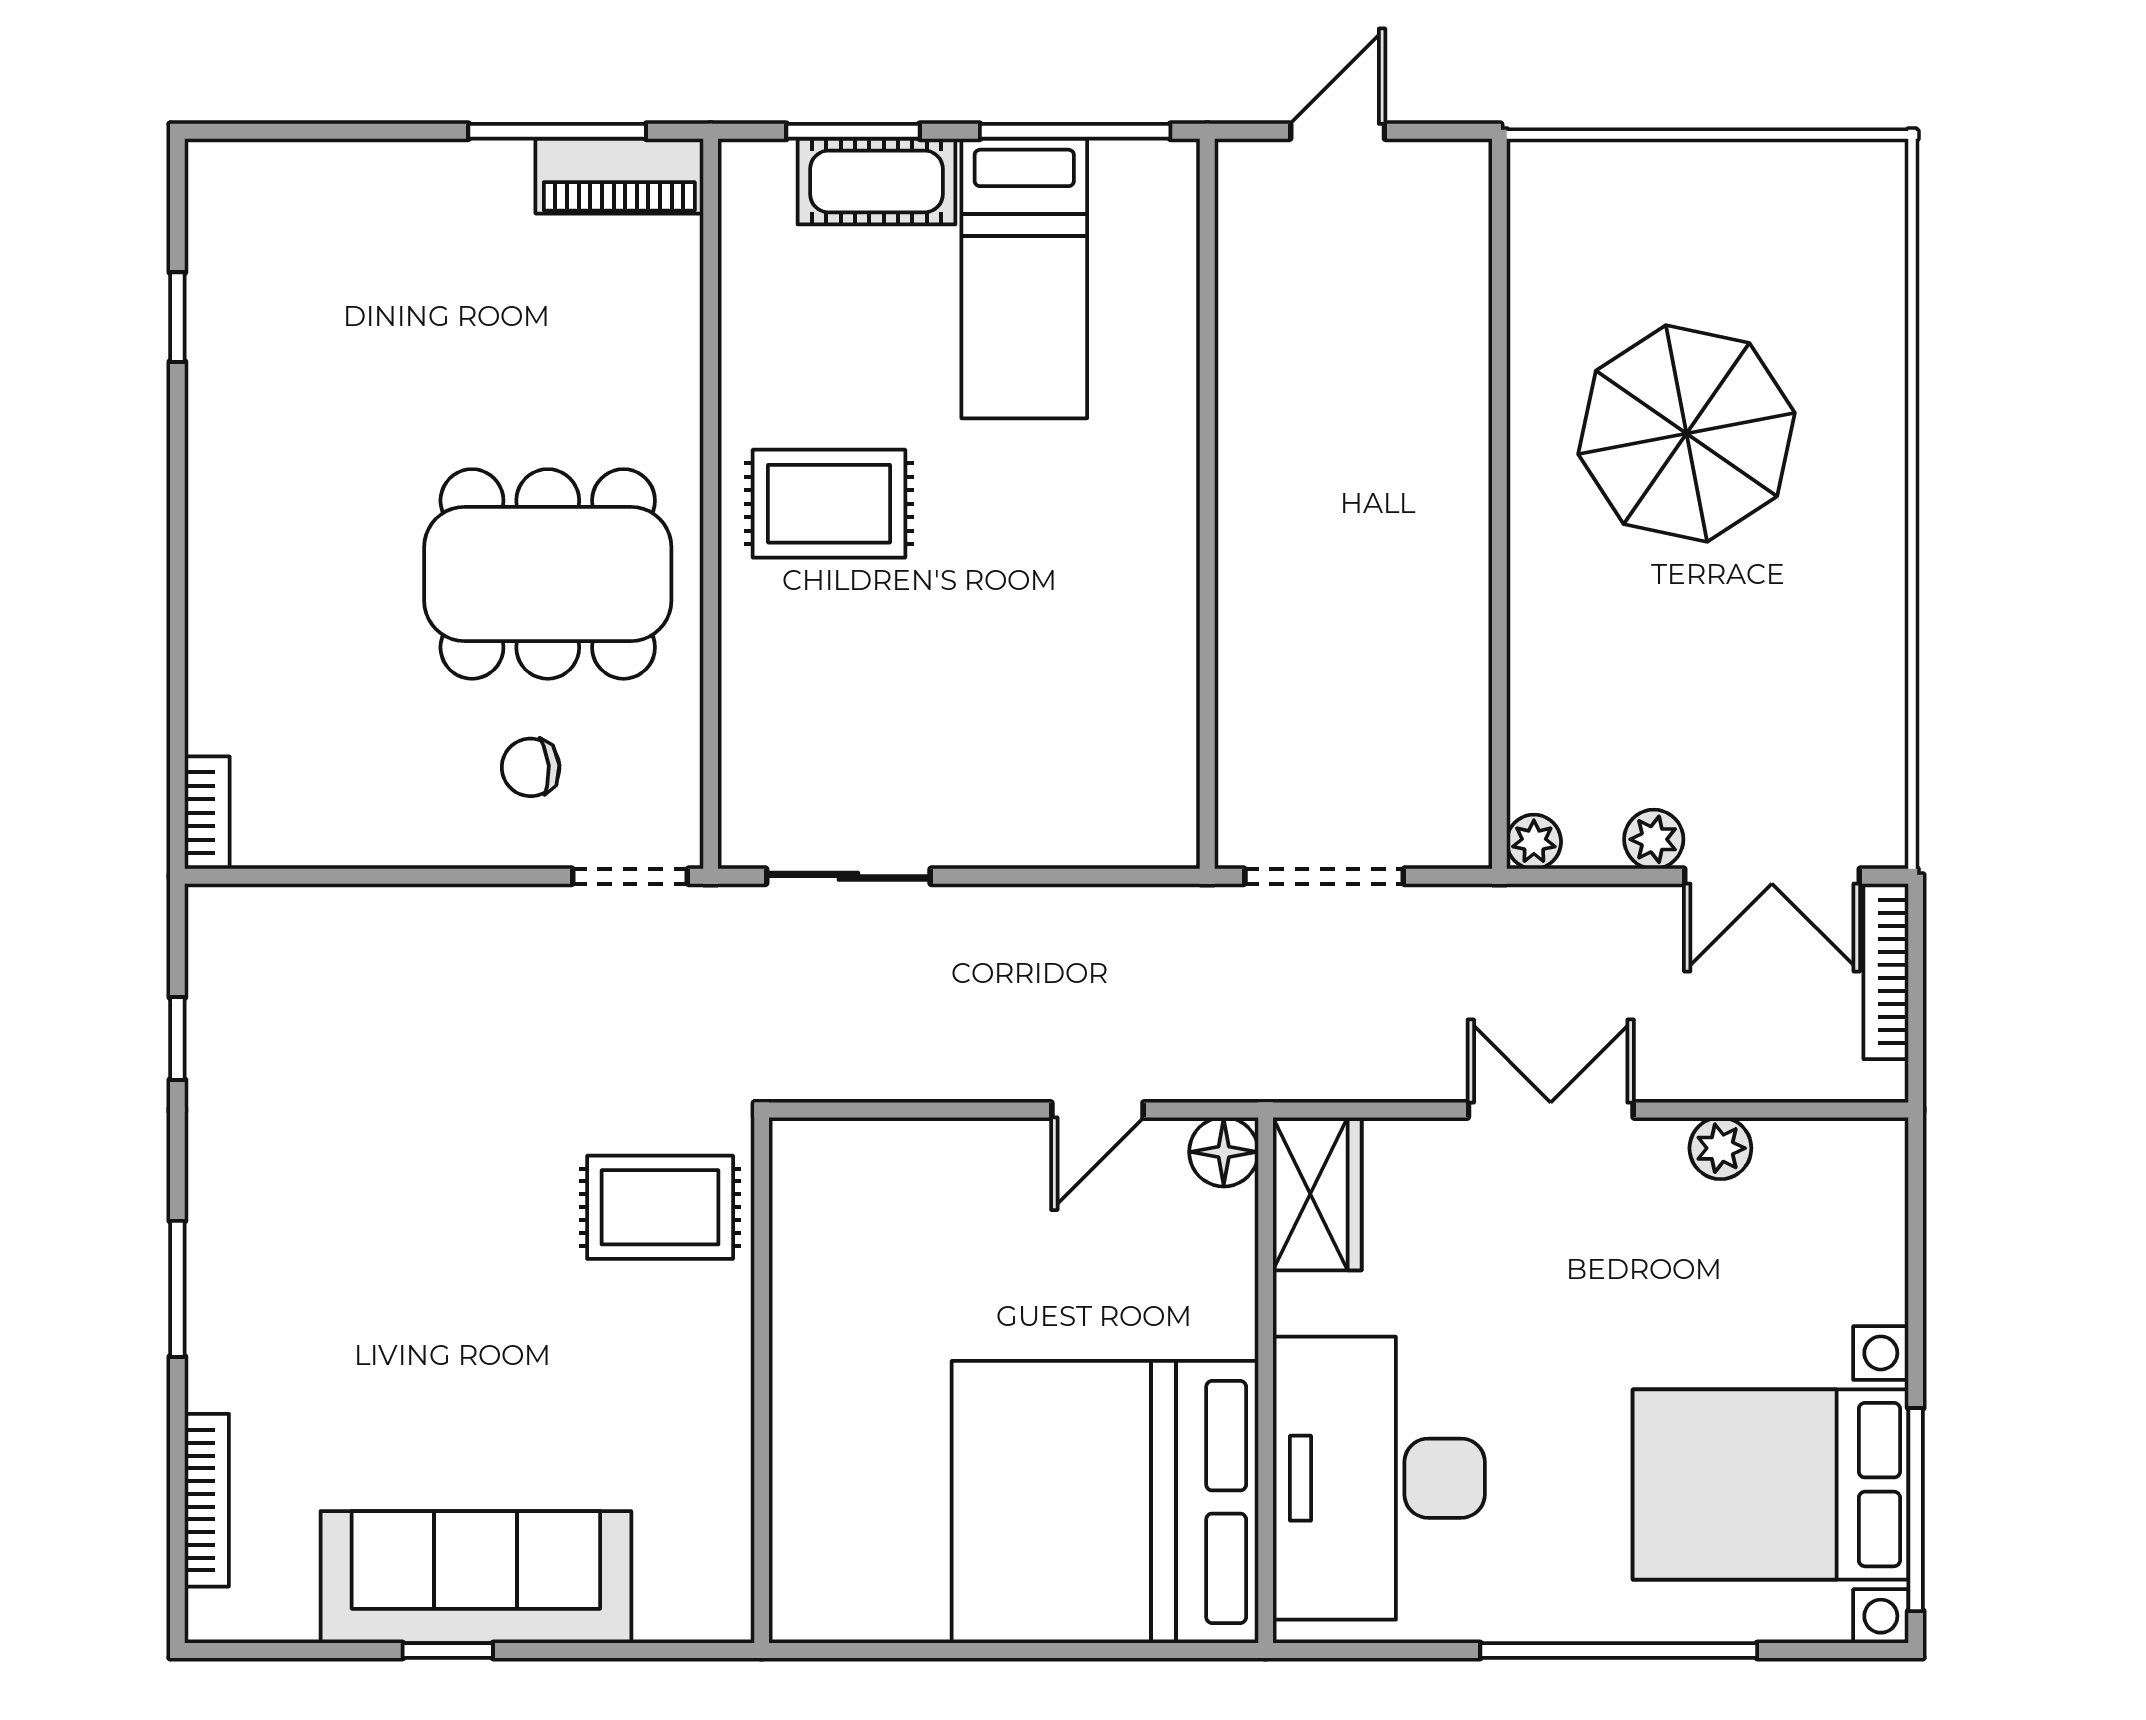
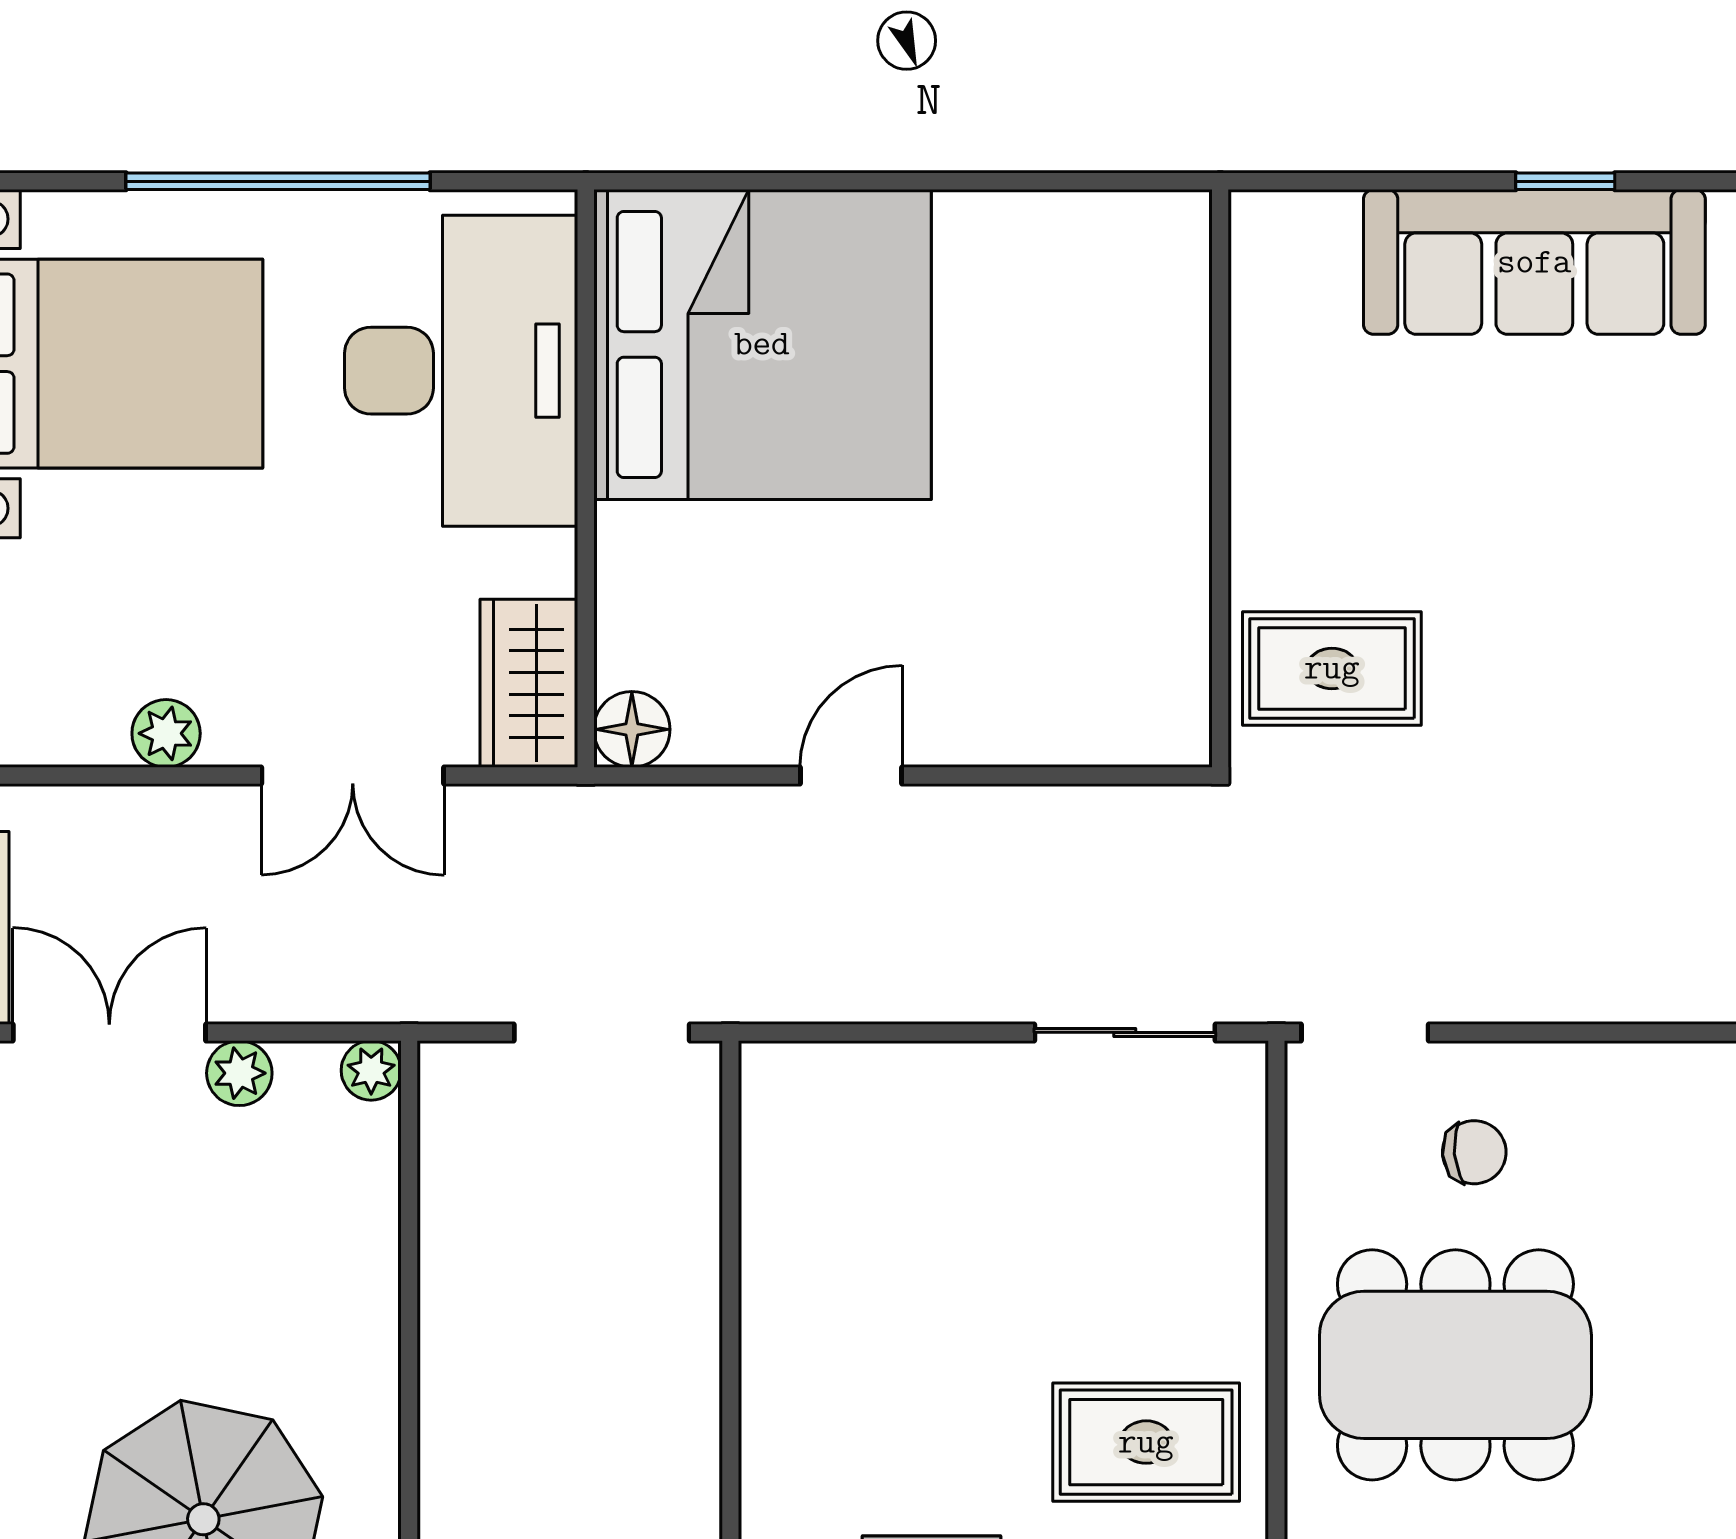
floor lamp: (1224, 1152) -> (632, 729), moved
wardrobe: (1317, 1194) -> (529, 683), moved
wall: (1266, 1380) -> (586, 478), moved
desk: (1379, 1478) -> (461, 371), moved
bed: (1105, 1502) -> (762, 344), moved

